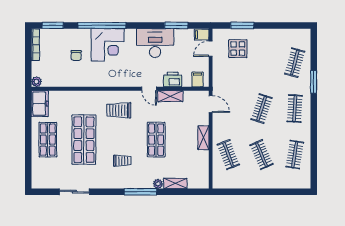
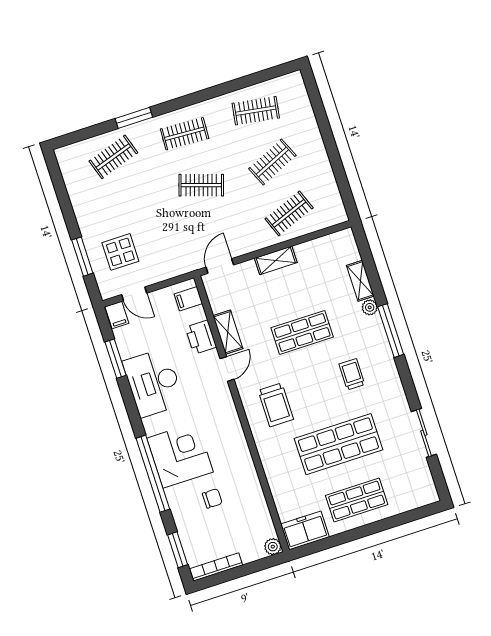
clothes rail: (295, 63) -> (113, 157), turned -33

